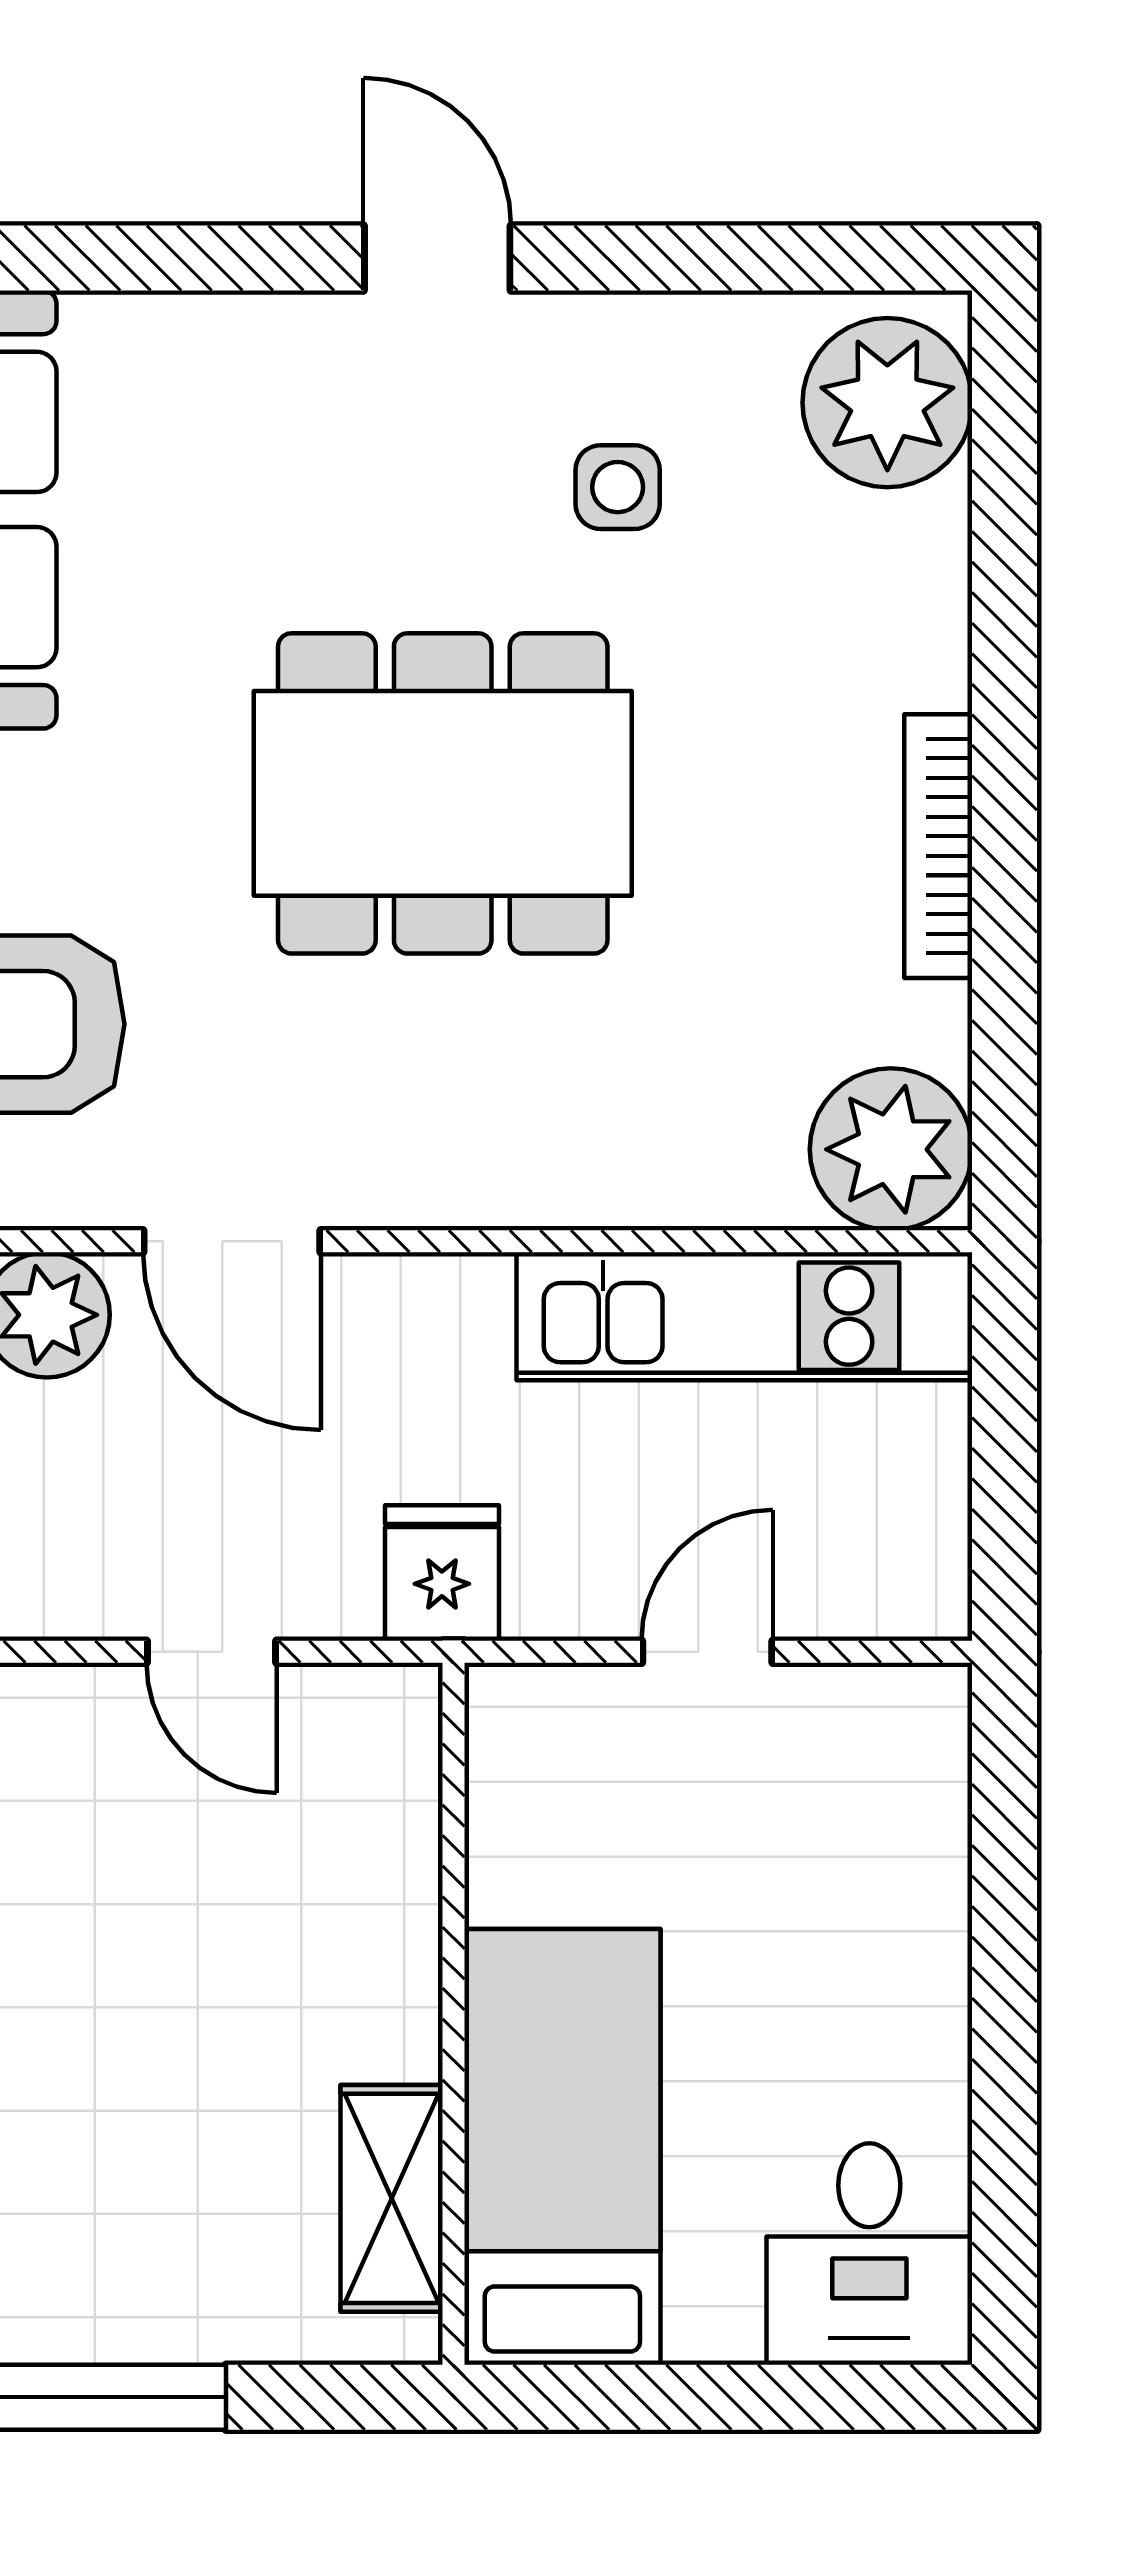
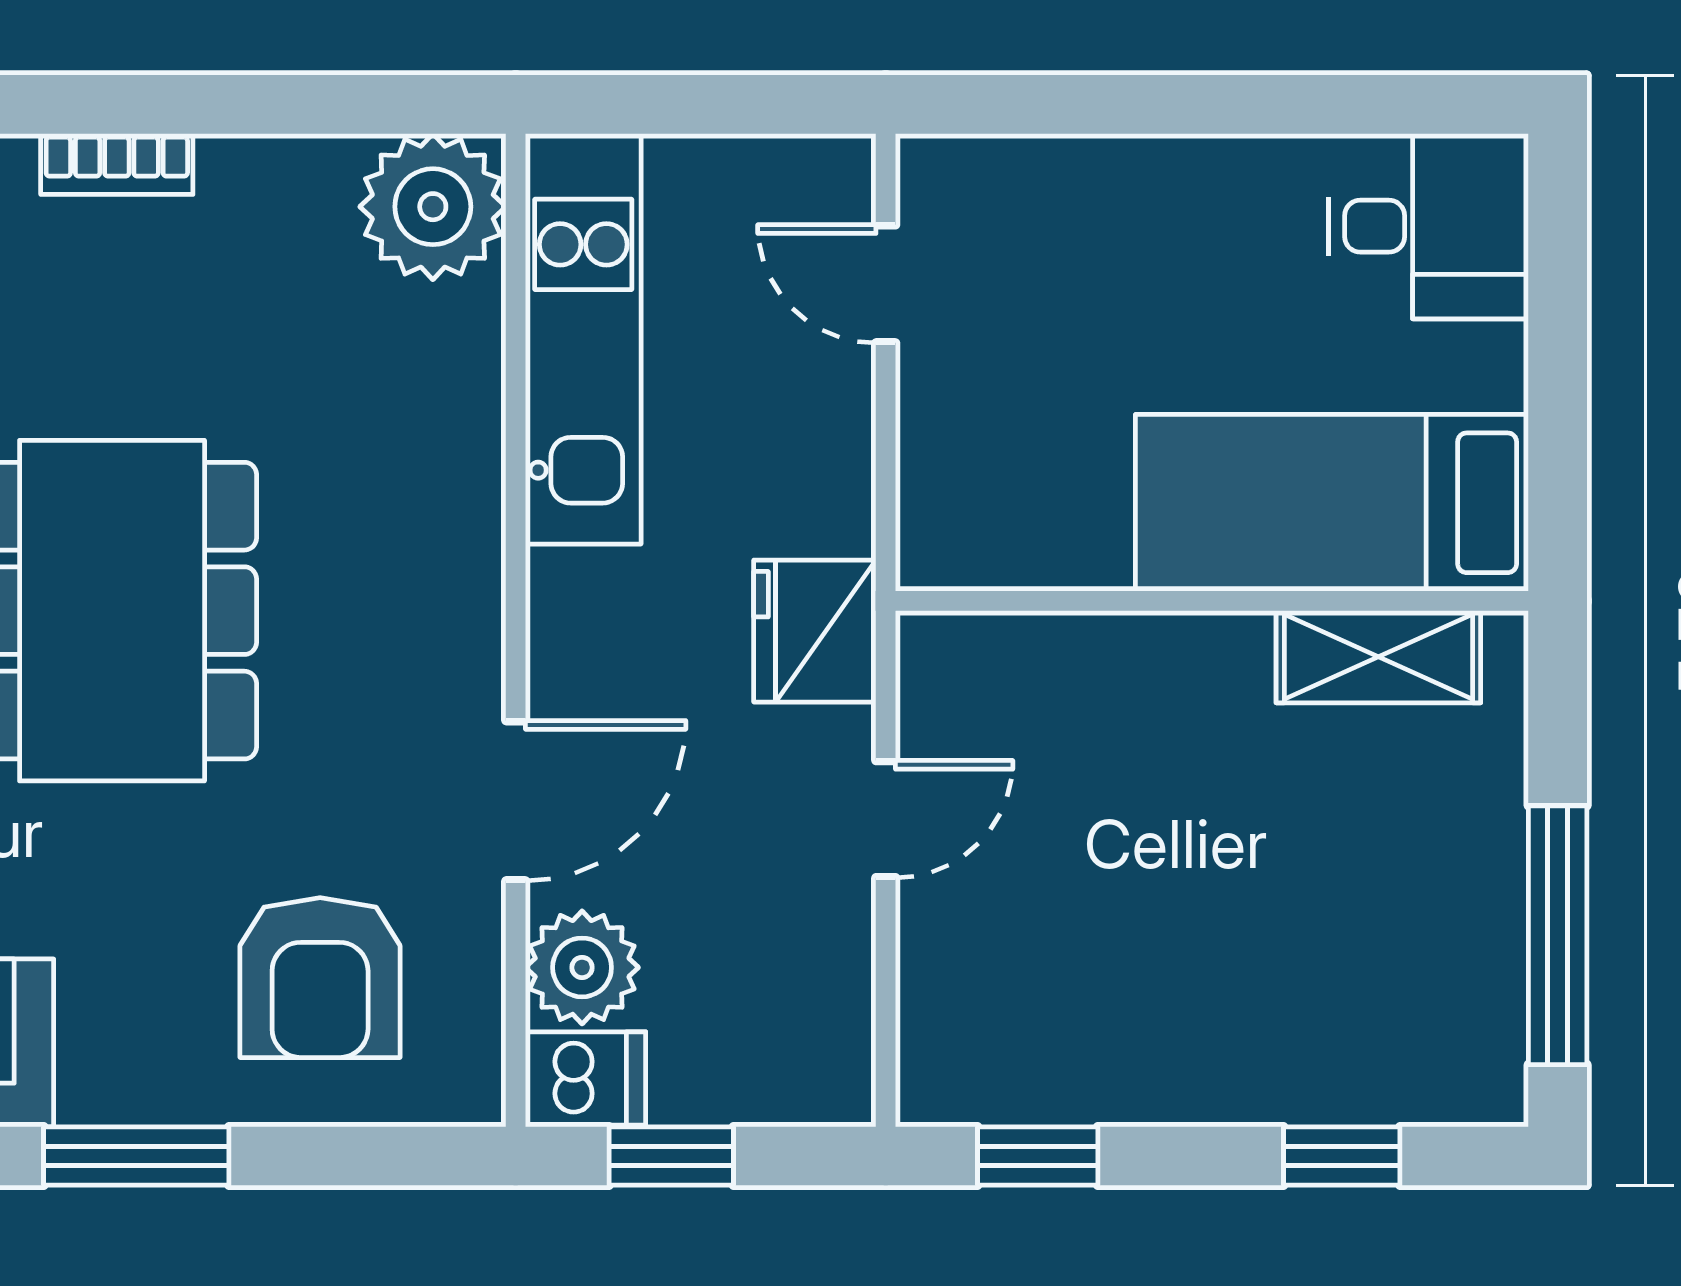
bookcase: (938, 846) -> (117, 164), width x0.64
fridge: (442, 1573) -> (815, 631), width x1.38
door: (707, 1652) -> (886, 284), moved

